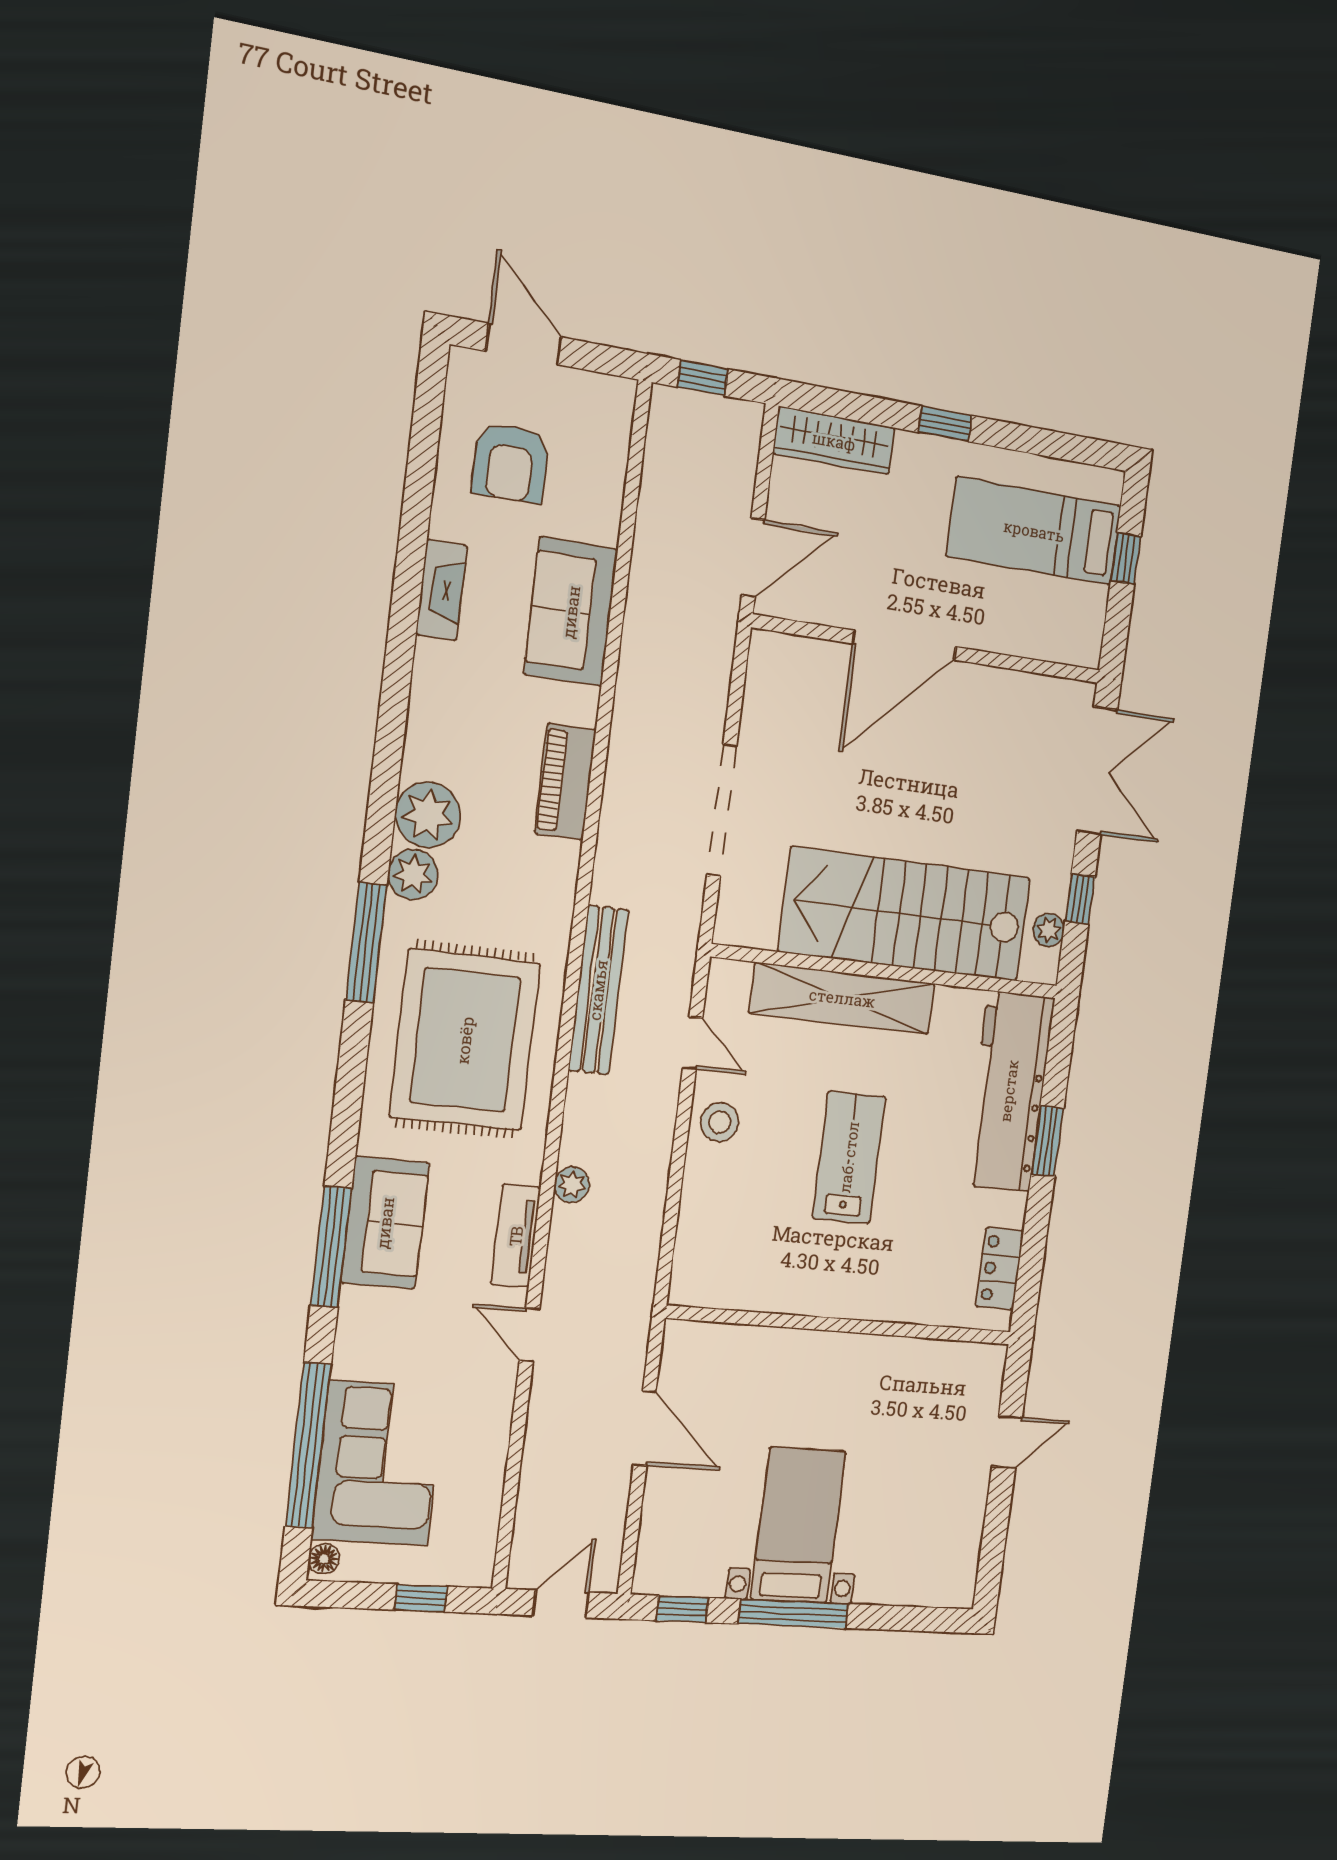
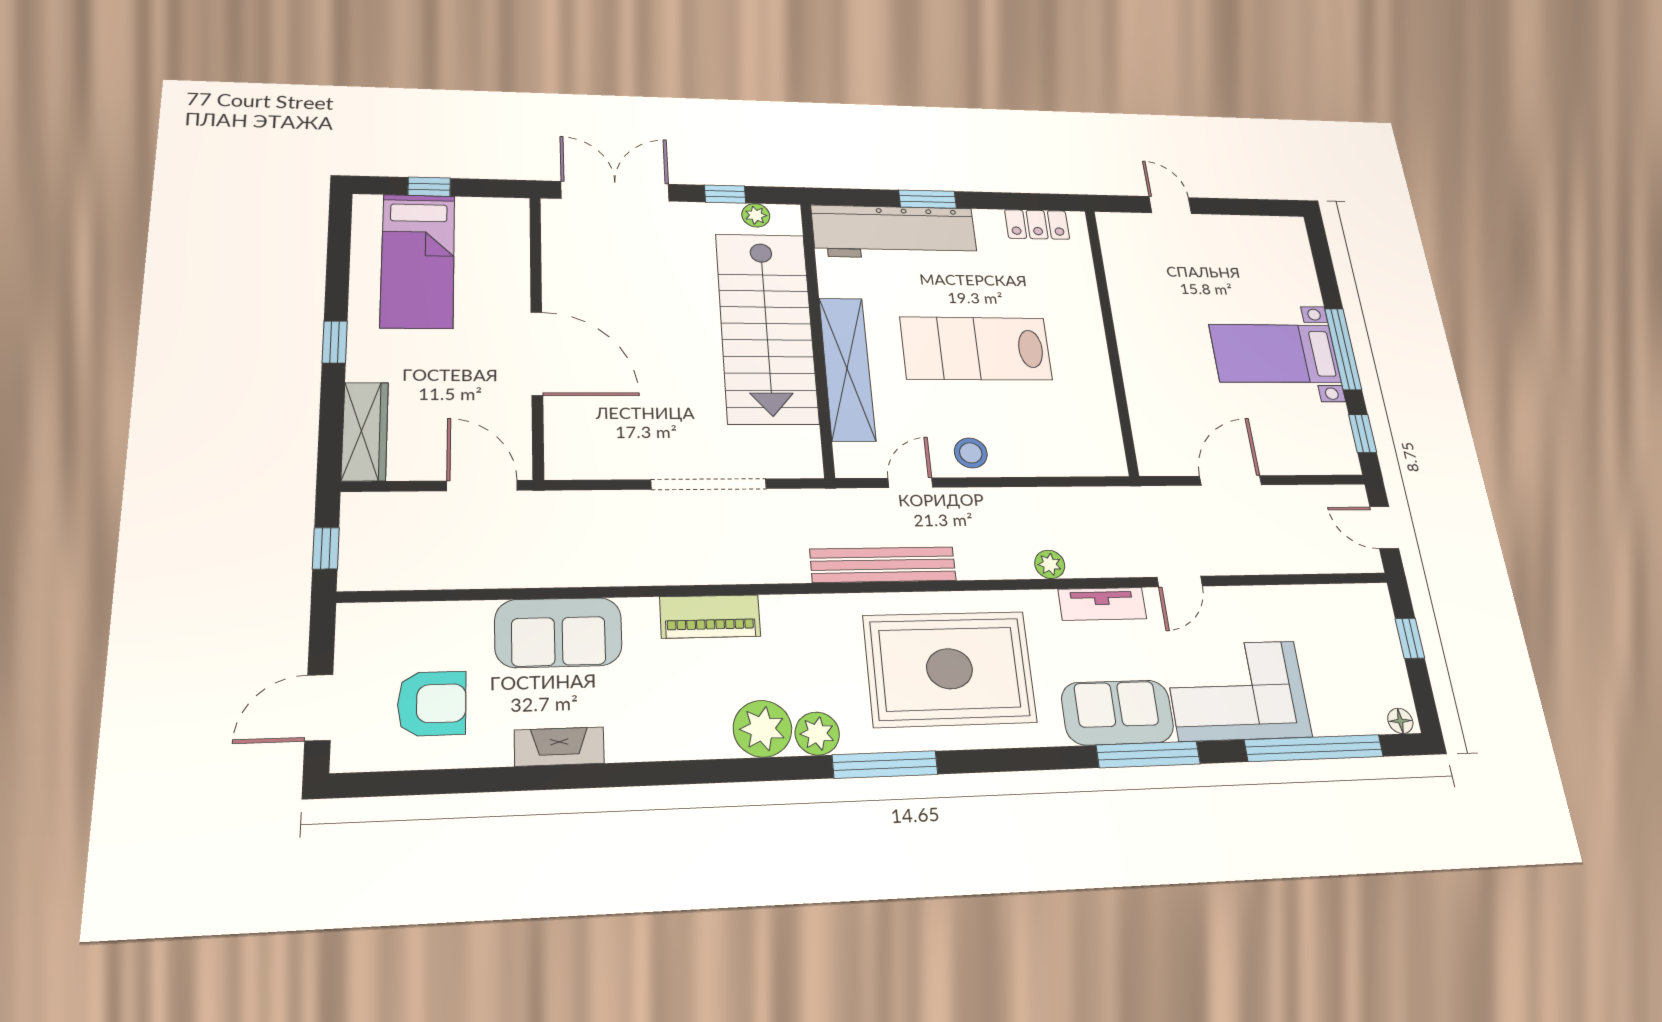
lab bench: (849, 1157) -> (976, 348), width x1.36, depth x1.39
corner sofa: (379, 1463) -> (1237, 691), moved

